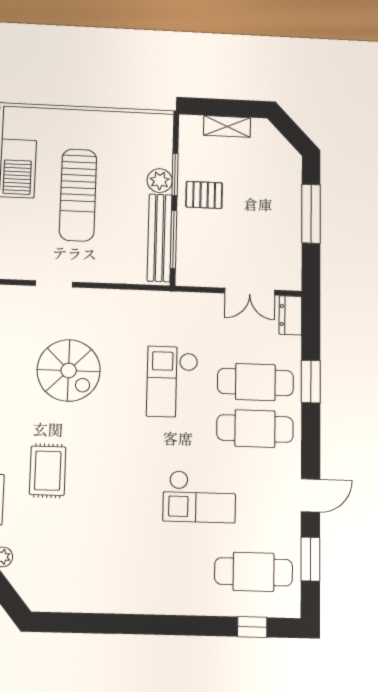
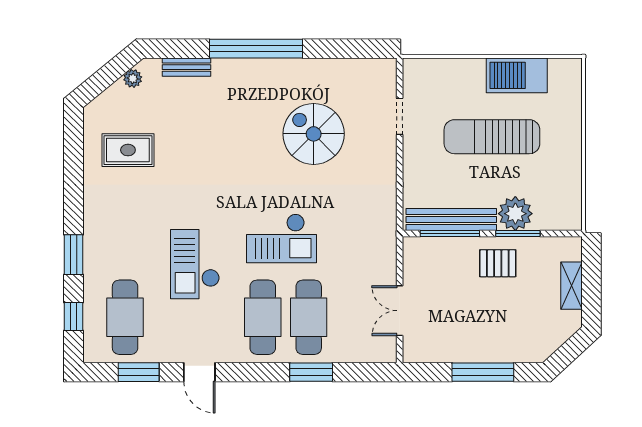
plant: (160, 181) -> (515, 214), width x1.36, depth x1.36
pallet: (204, 195) -> (498, 263), turned 90
dresser: (290, 315) -> (377, 352), removed
spiral stairs: (69, 370) -> (314, 134), turned 90
checkout: (172, 382) -> (282, 238), moved, turned 180
rug: (48, 471) -> (128, 150), moved
window: (187, 625) -> (74, 255), added

